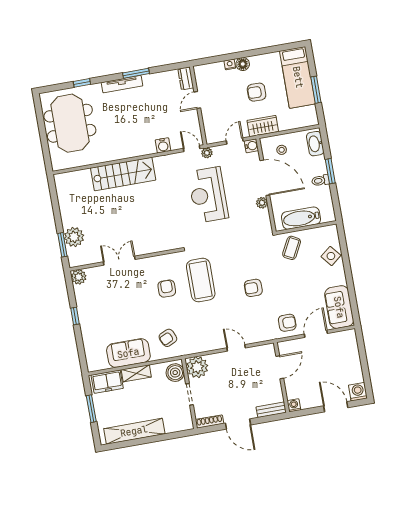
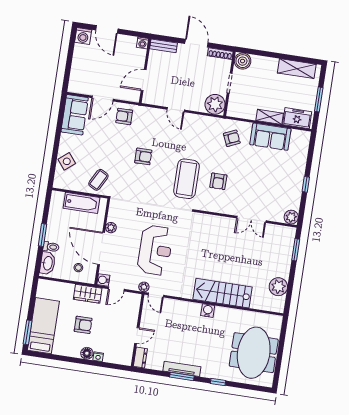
window: (82, 83) -> (218, 382), moved
tv unit: (122, 84) -> (182, 369), moved
window: (316, 90) -> (28, 332), moved
water cooler: (163, 145) -> (208, 311), moved
toilet: (321, 180) -> (51, 247), moved
plant: (74, 237) -> (278, 287), moved
boiler: (175, 373) -> (243, 61), moved
shelving: (134, 431) -> (297, 69), width x0.68

